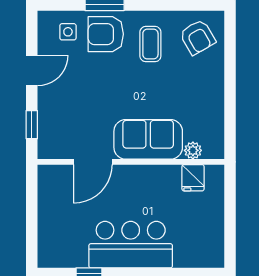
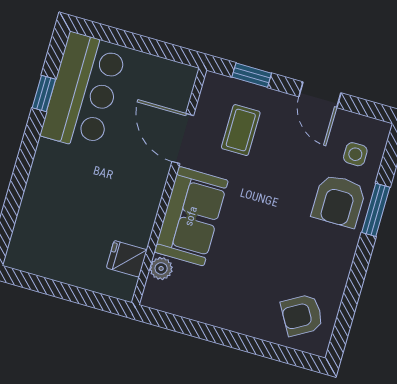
armchair: (106, 34) -> (339, 201), turned 180
coffee table: (150, 44) -> (241, 130), moved, turned 90
bar counter: (131, 245) -> (84, 92), moved

